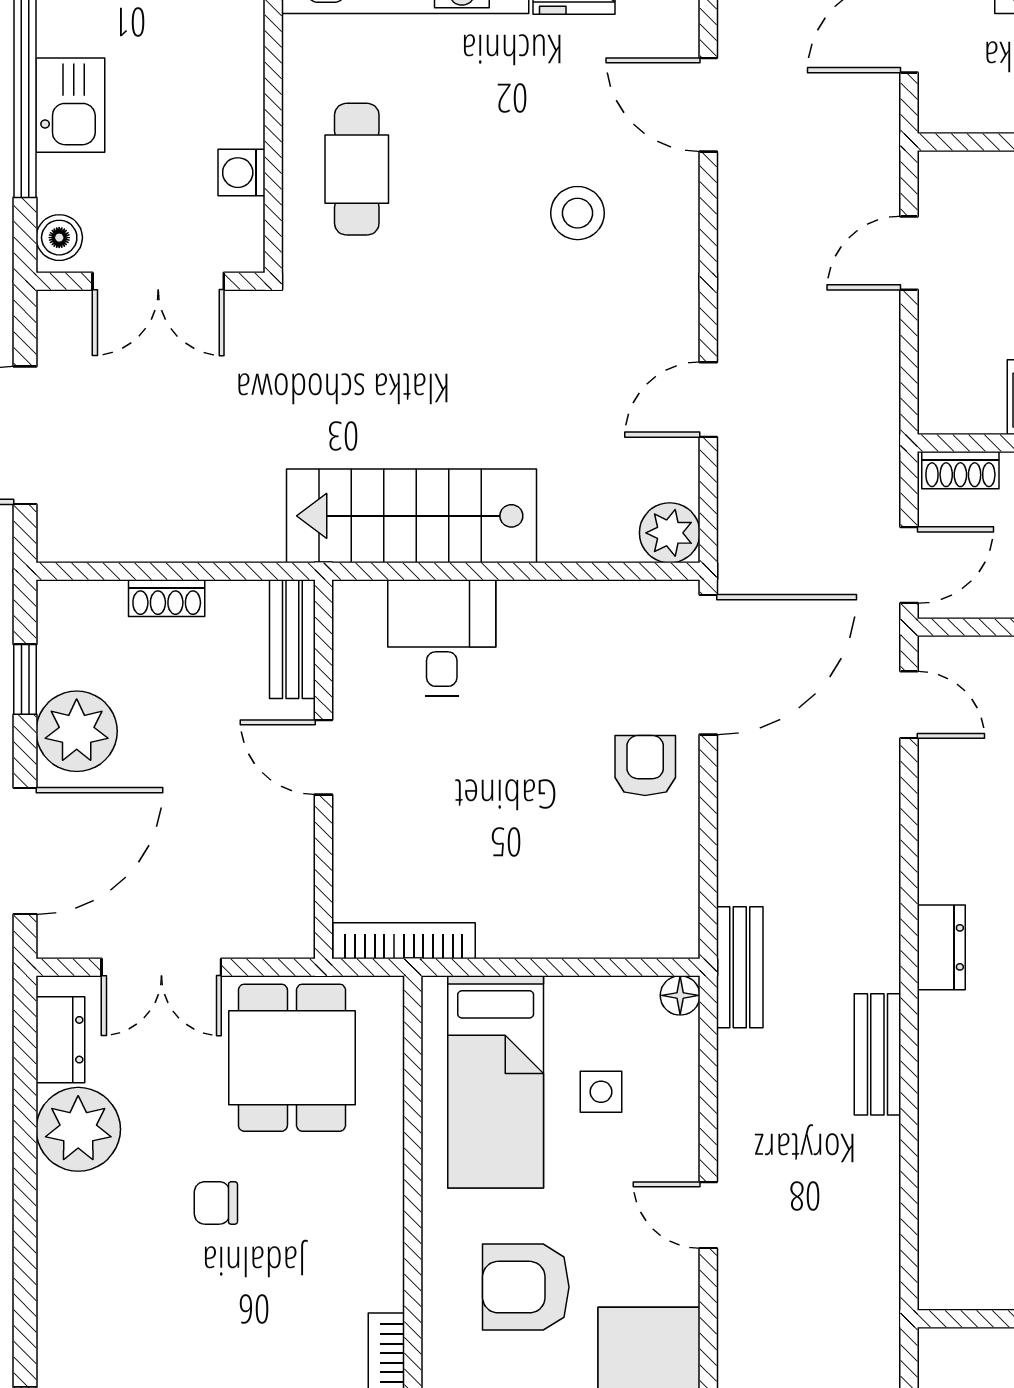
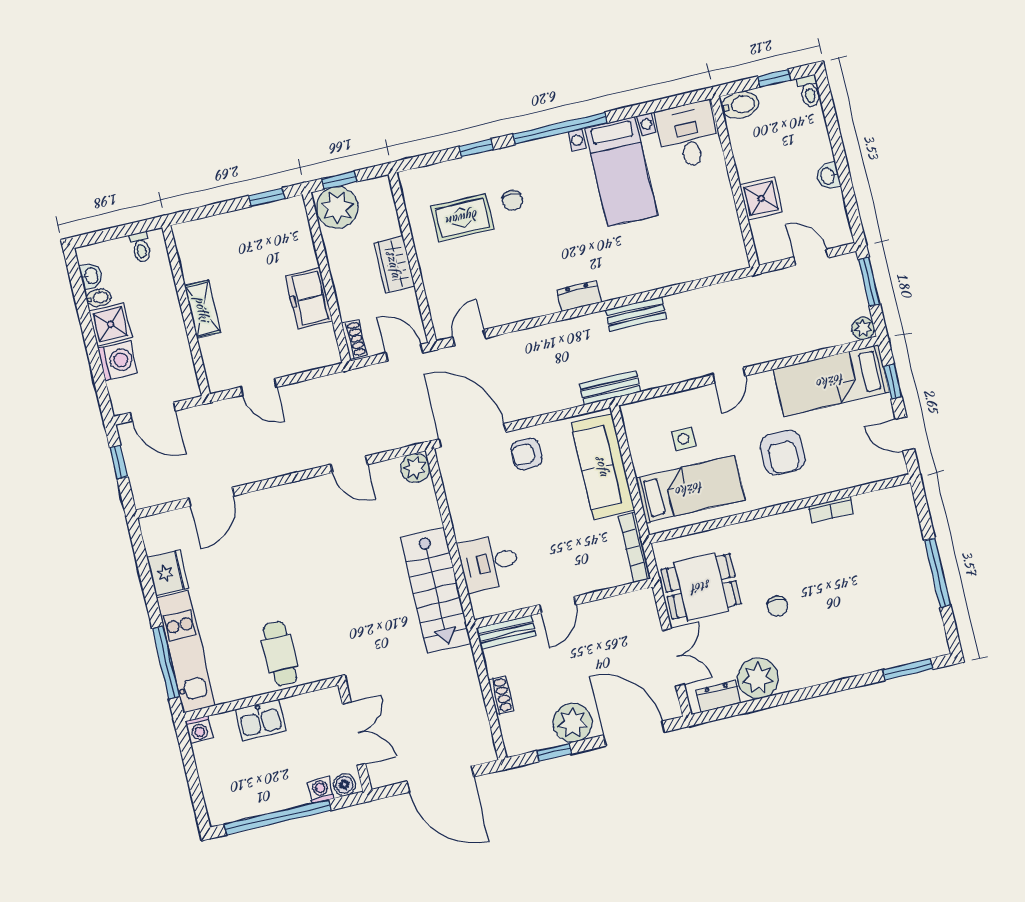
kitchen sink: (70, 105) -> (260, 720), moved, turned 180
cafe table: (357, 169) -> (280, 654), turned 90
washing machine: (241, 173) -> (321, 790), moved, turned 180
stool: (578, 213) -> (276, 546), removed
sofa: (583, 915) -> (603, 466), added
floor lamp: (680, 995) -> (630, 412), removed

